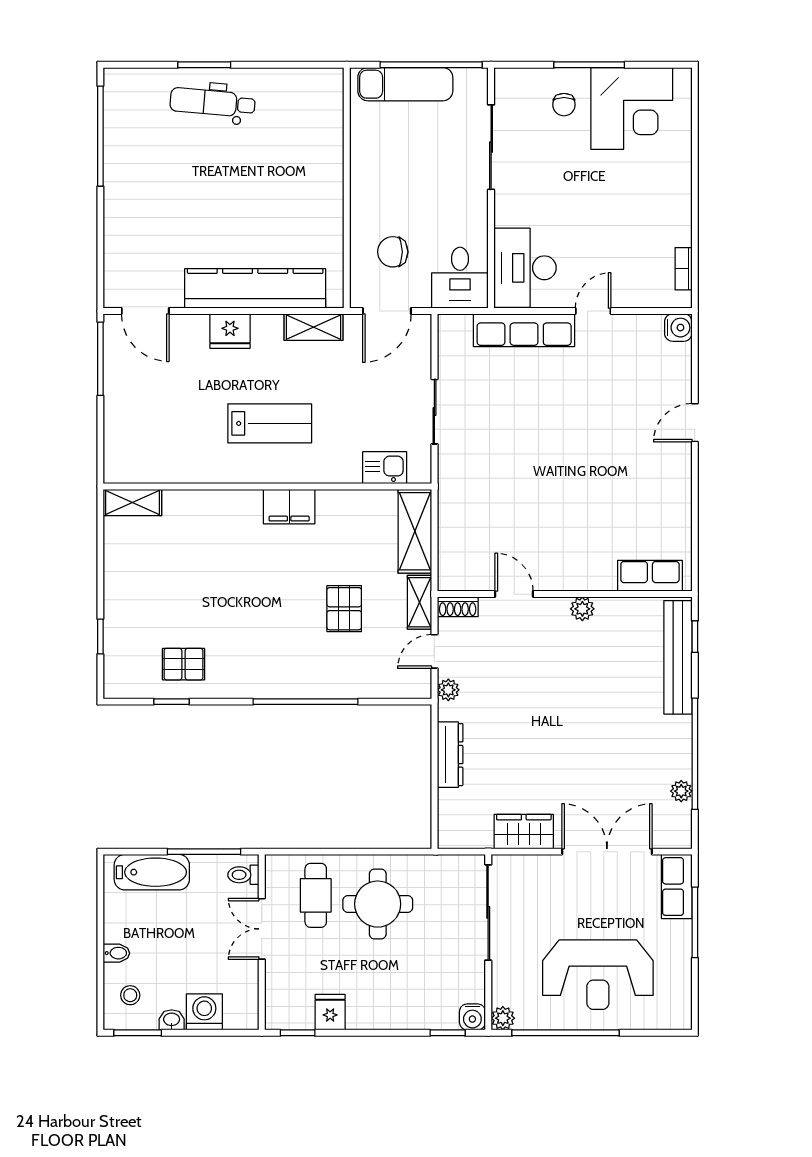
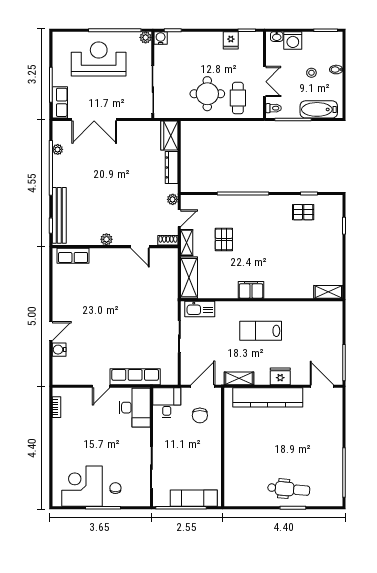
chair: (393, 252) -> (200, 415), turned 90
water cooler: (678, 328) -> (59, 350), moved
kitchen sink: (385, 468) -> (200, 309), width x1.38
wardrobe: (524, 832) -> (169, 136), moved, turned 90
stool: (130, 995) -> (311, 73), moved
washbasin: (172, 1020) -> (277, 37), moved

